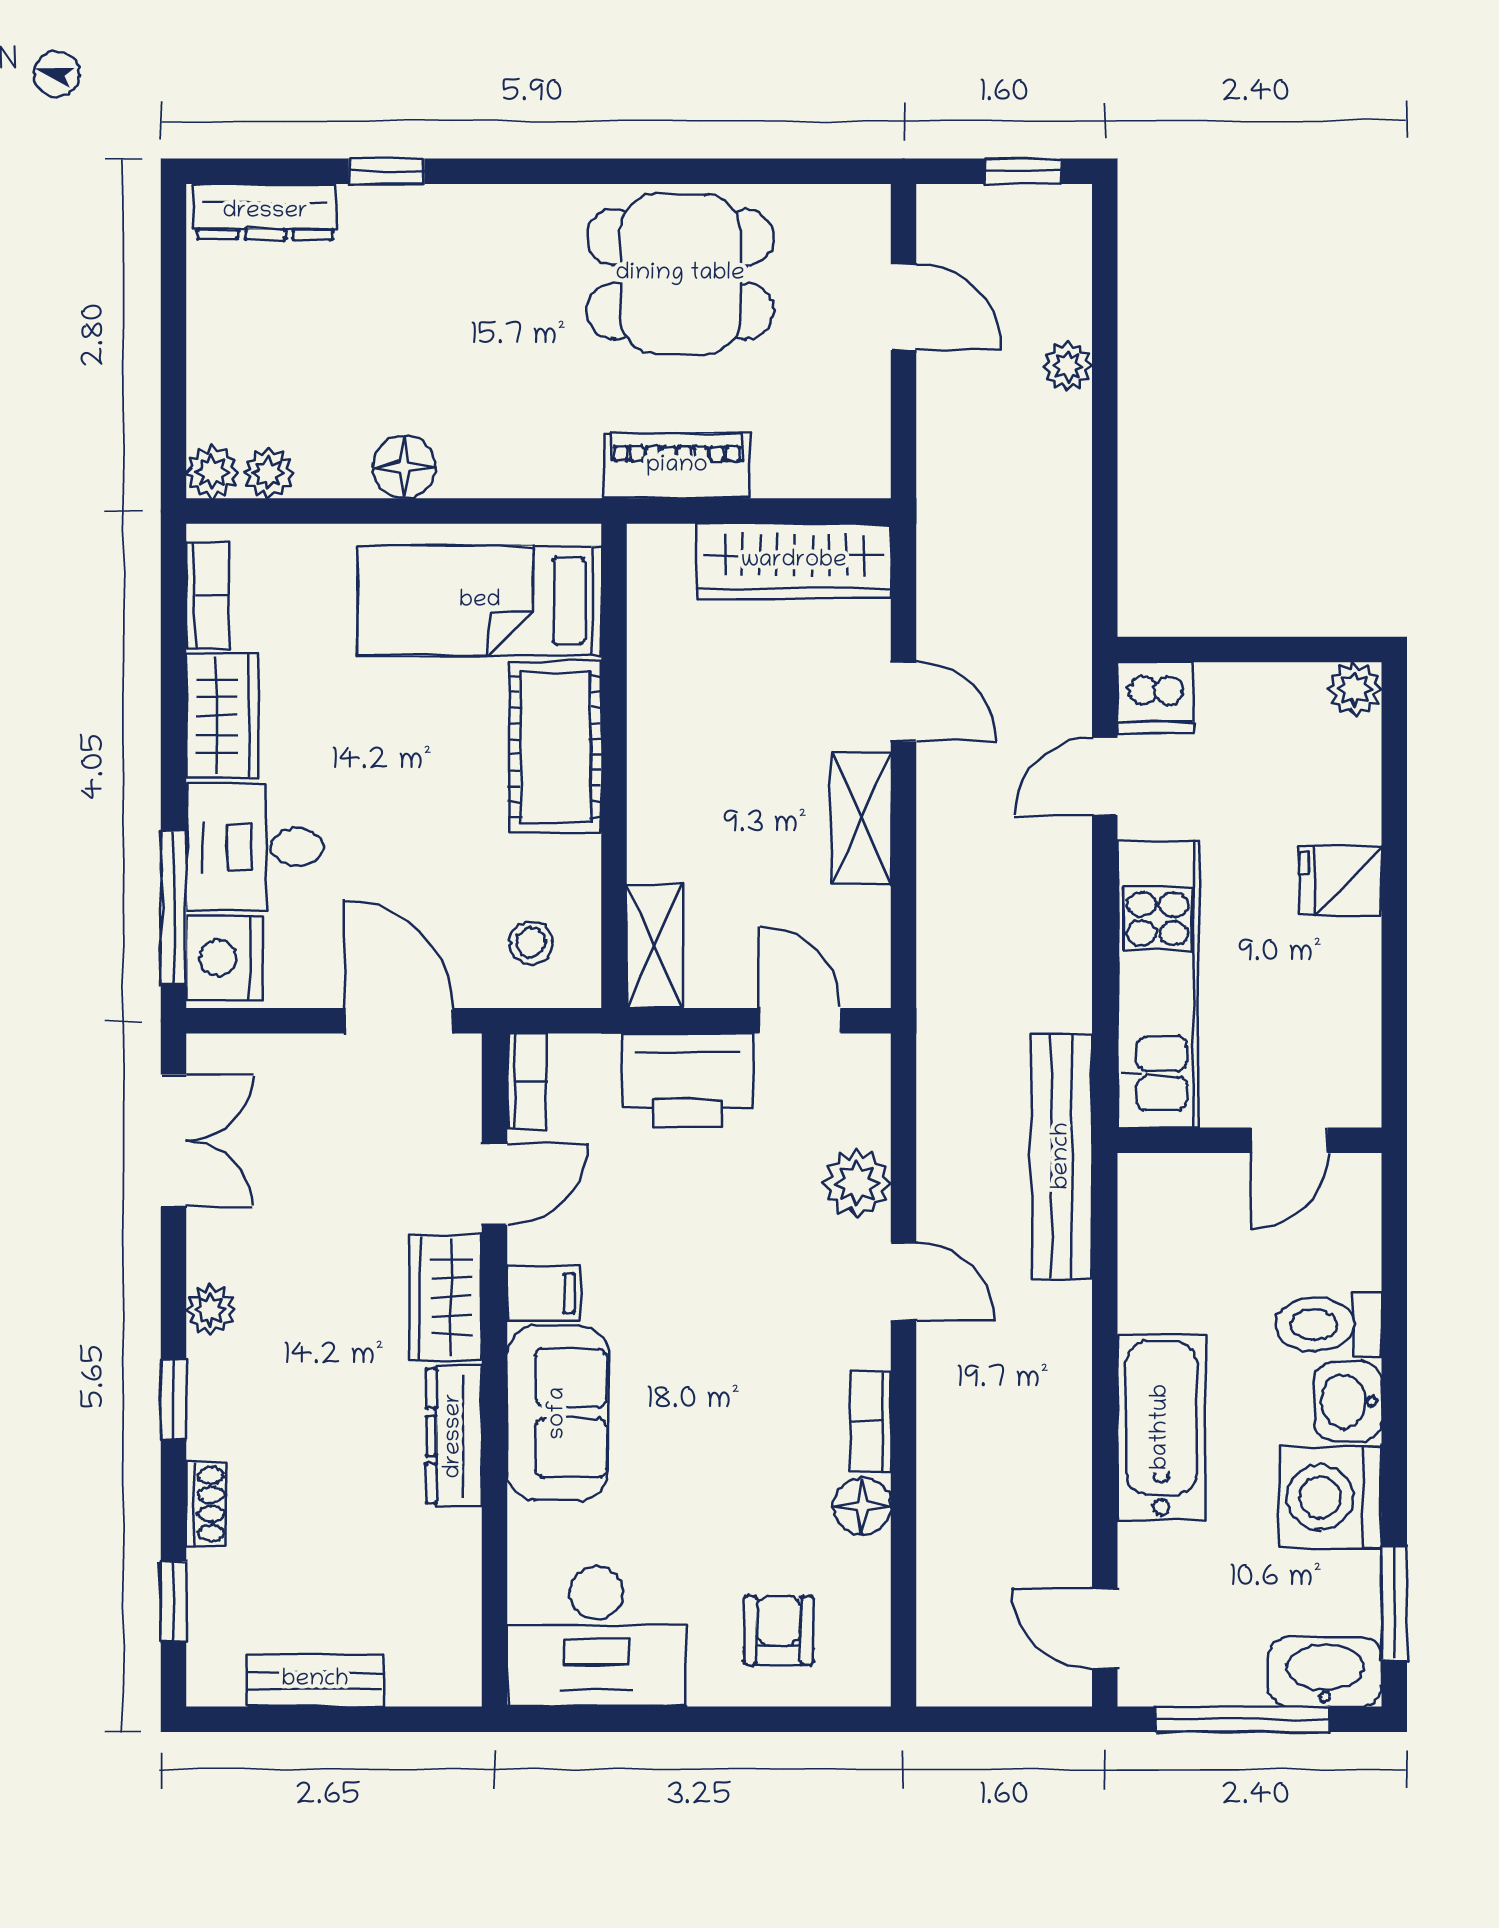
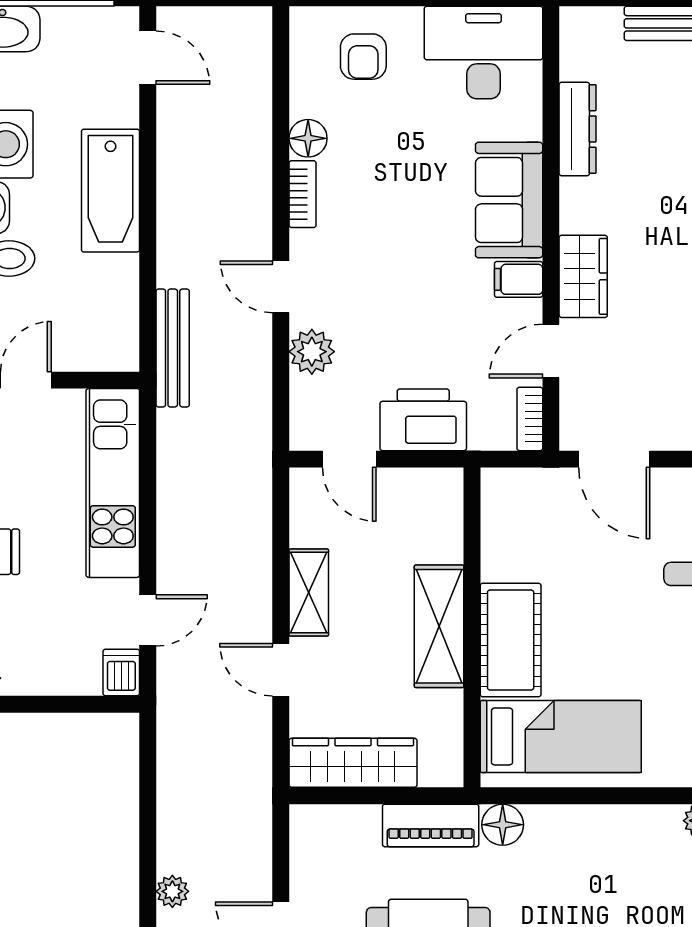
floor lamp: (404, 467) -> (503, 825), moved
dishwasher: (1155, 697) -> (121, 673), width x0.73
stool: (531, 943) -> (527, 511), removed
shelving: (654, 946) -> (439, 626), moved, width x1.50, depth x1.33
bench: (1062, 1156) -> (173, 348), width x0.73, depth x0.82
dresser: (454, 1436) -> (578, 129), moved

